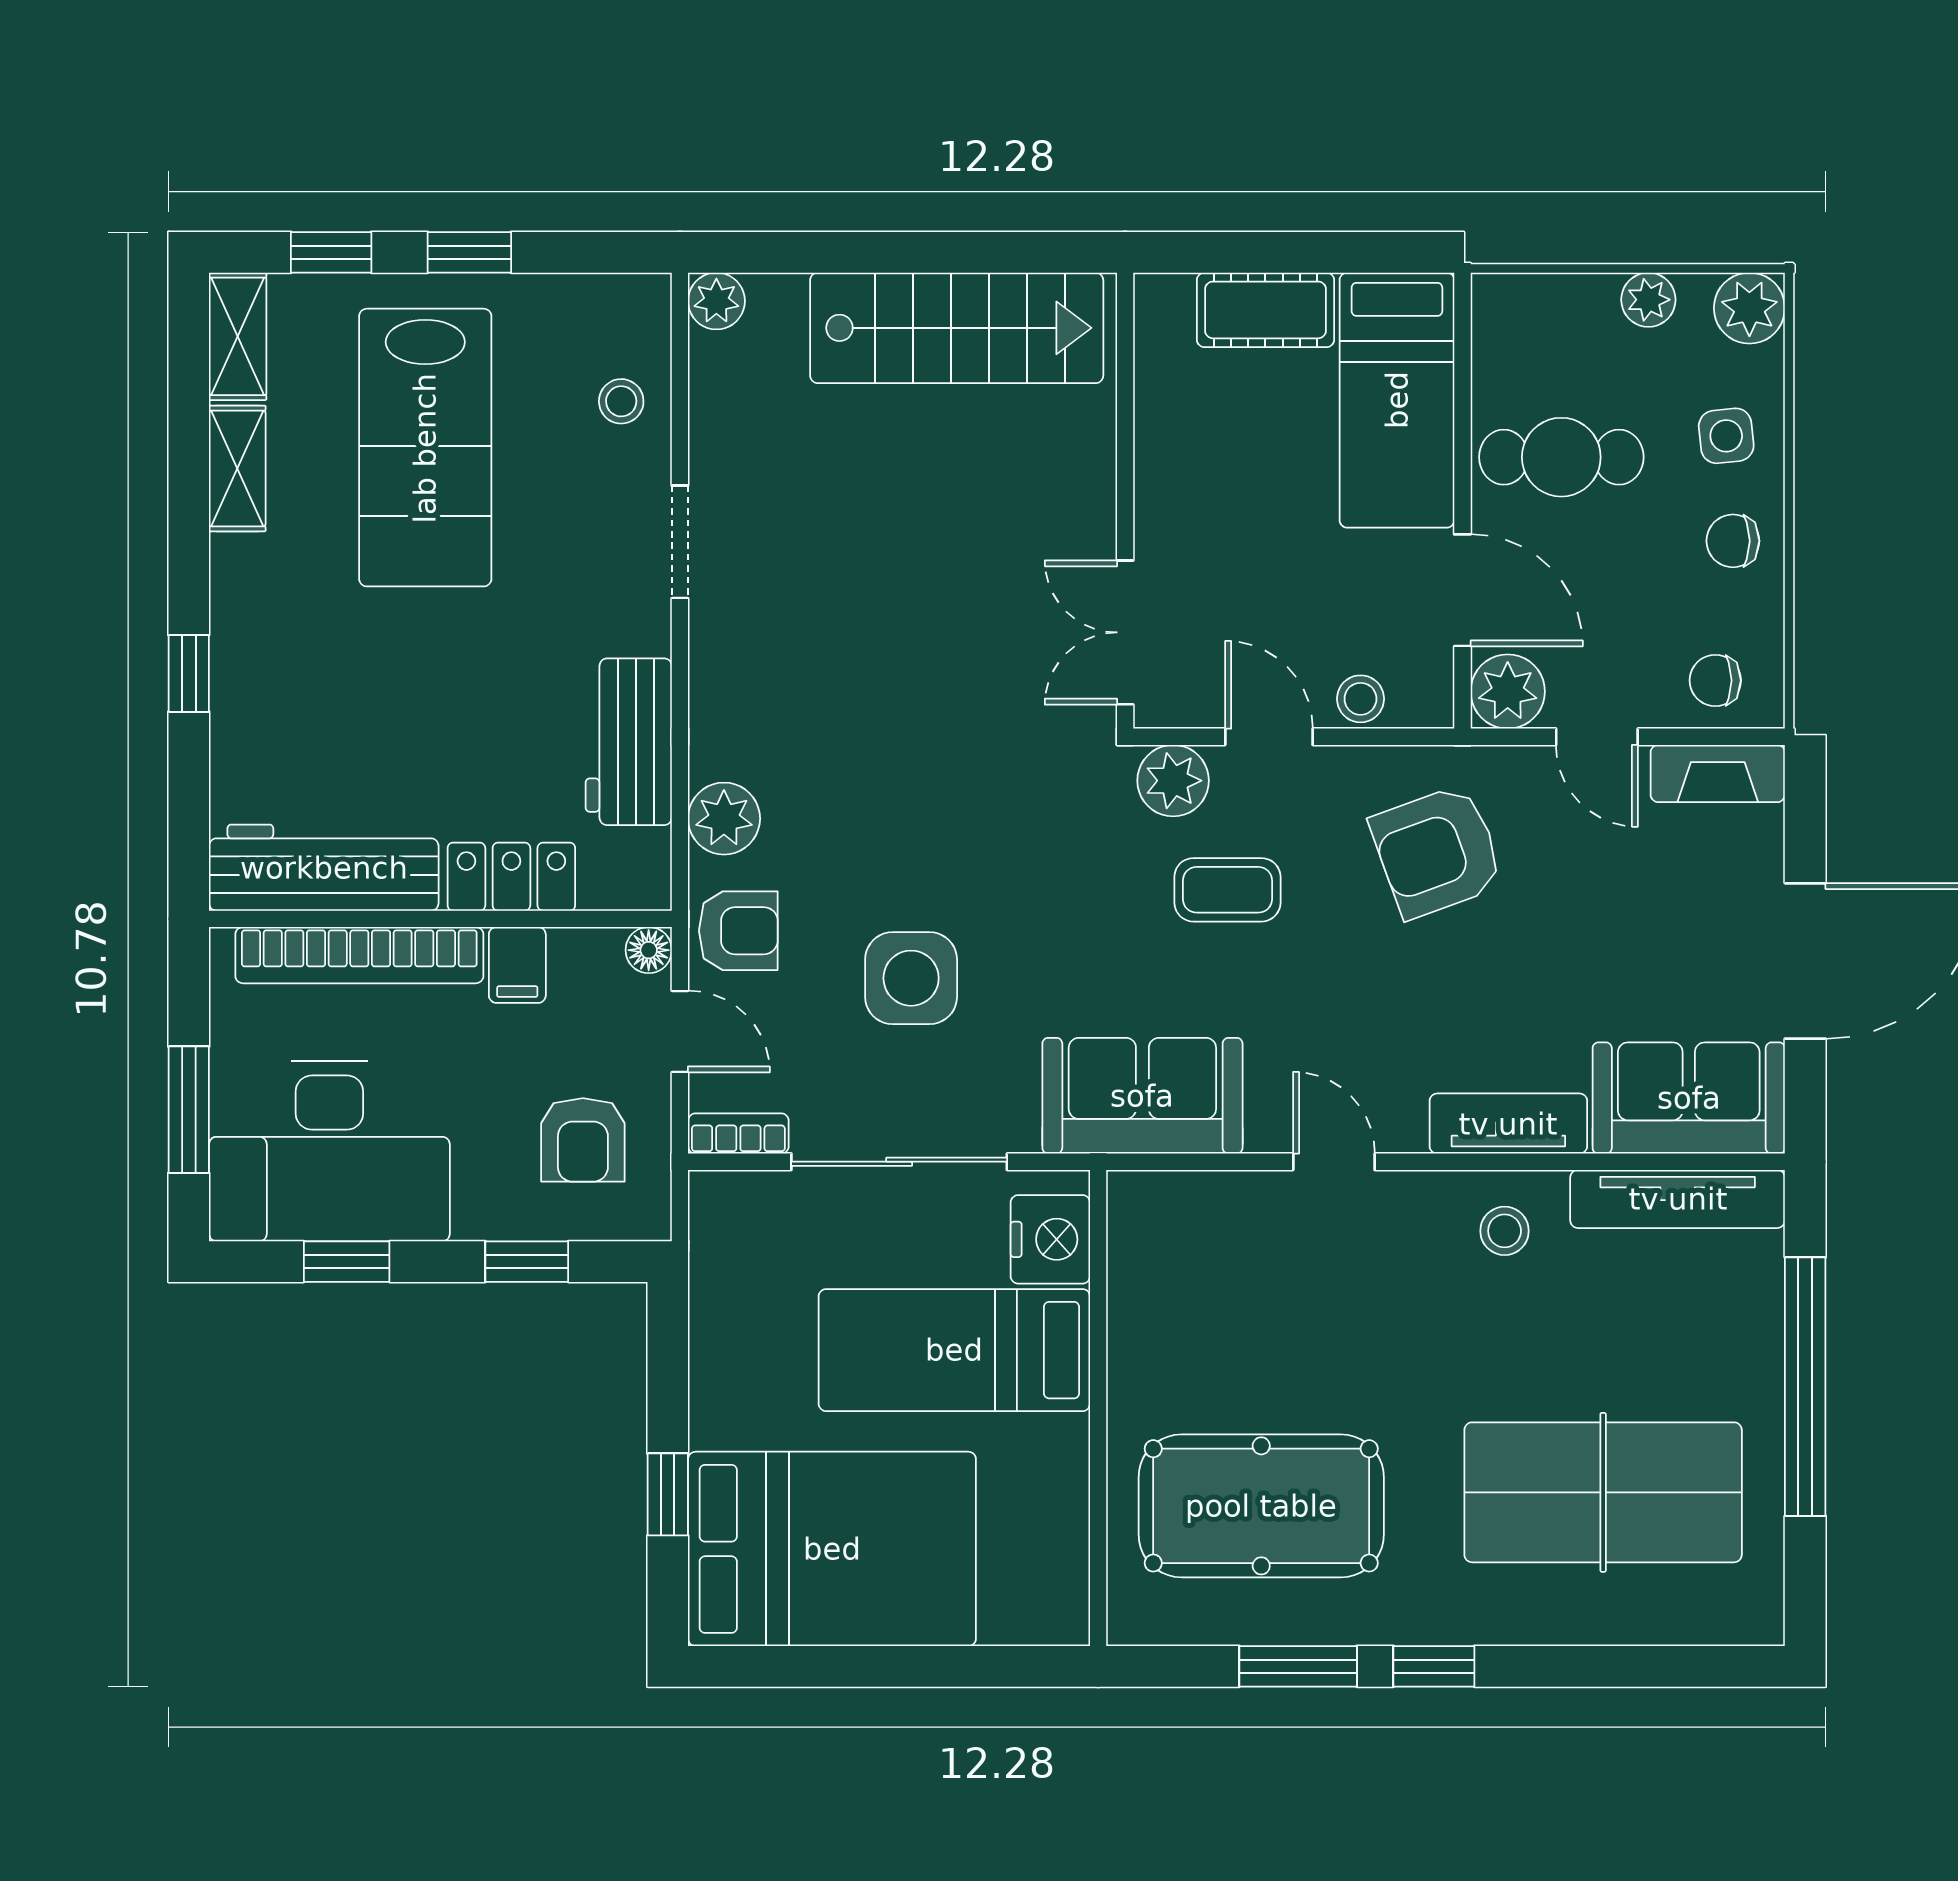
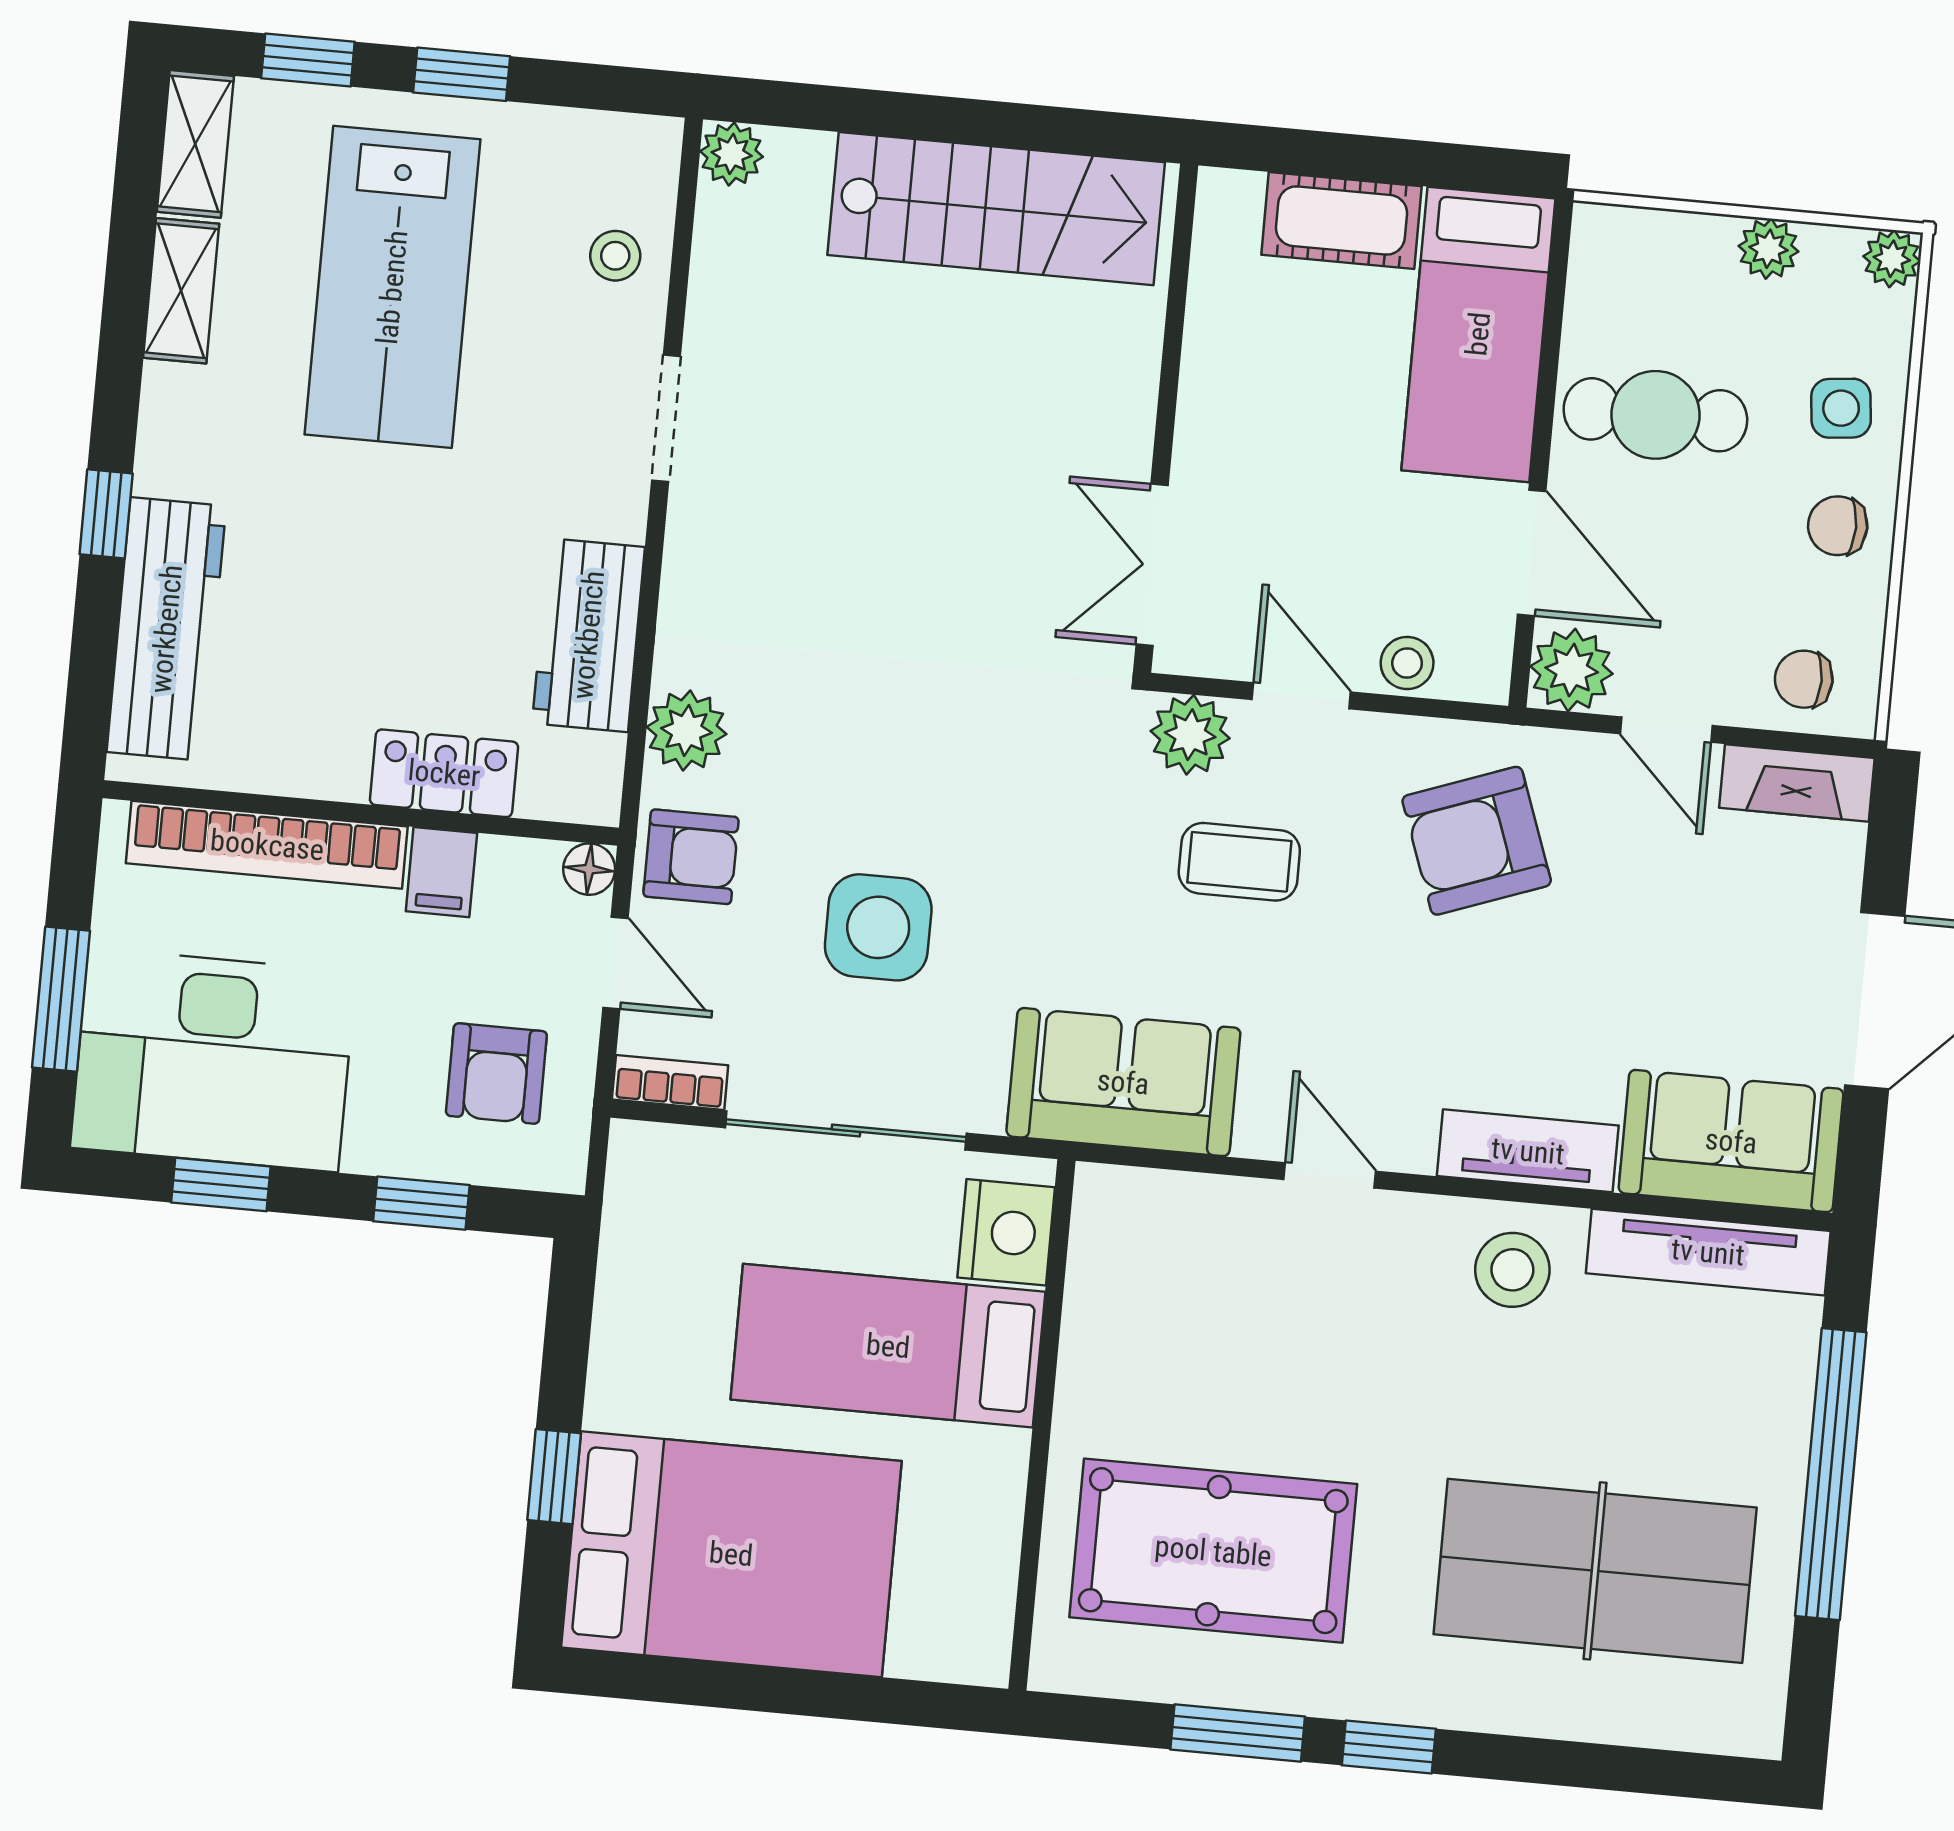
plant: (1749, 308) -> (1892, 259), width x0.73, depth x0.73
workbench: (324, 868) -> (166, 629), moved, turned 90
stool: (1505, 1231) -> (1512, 1270), width x1.37, depth x1.37

